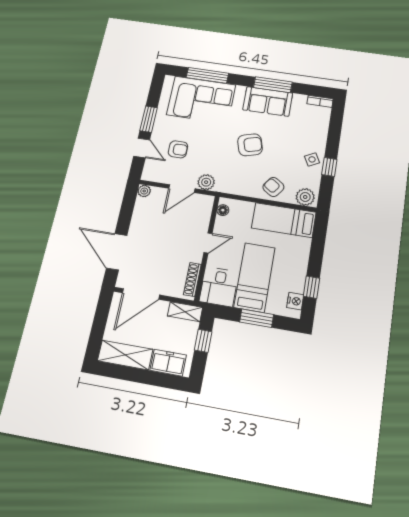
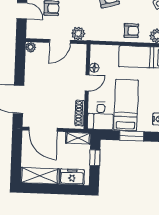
armchair: (273, 187) -> (131, 31), turned 145
floor lamp: (223, 210) -> (94, 68), moved
door: (141, 294) -> (43, 129), hinge flipped

